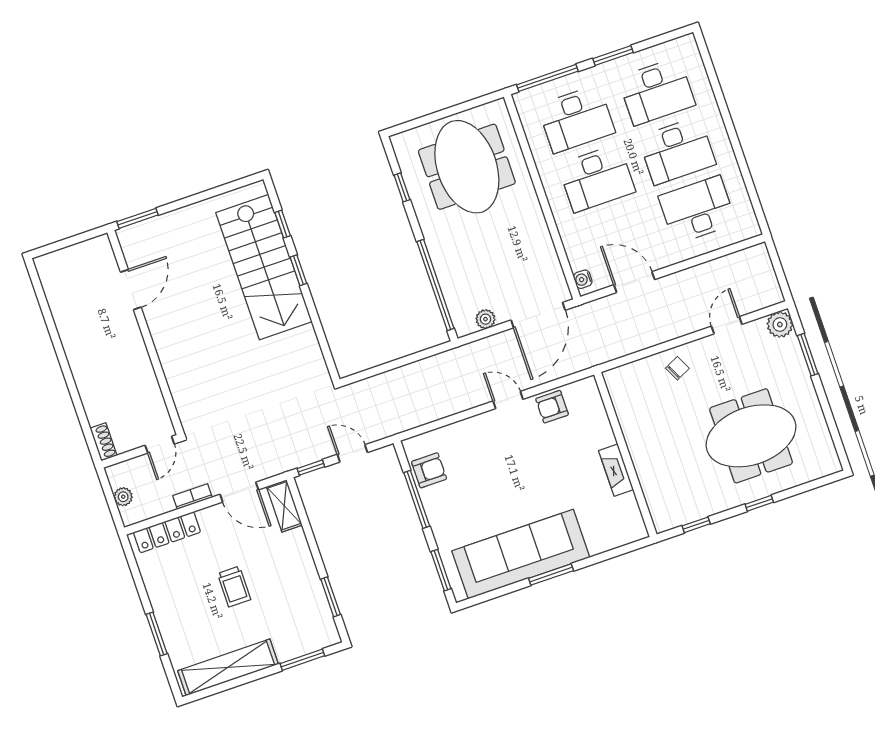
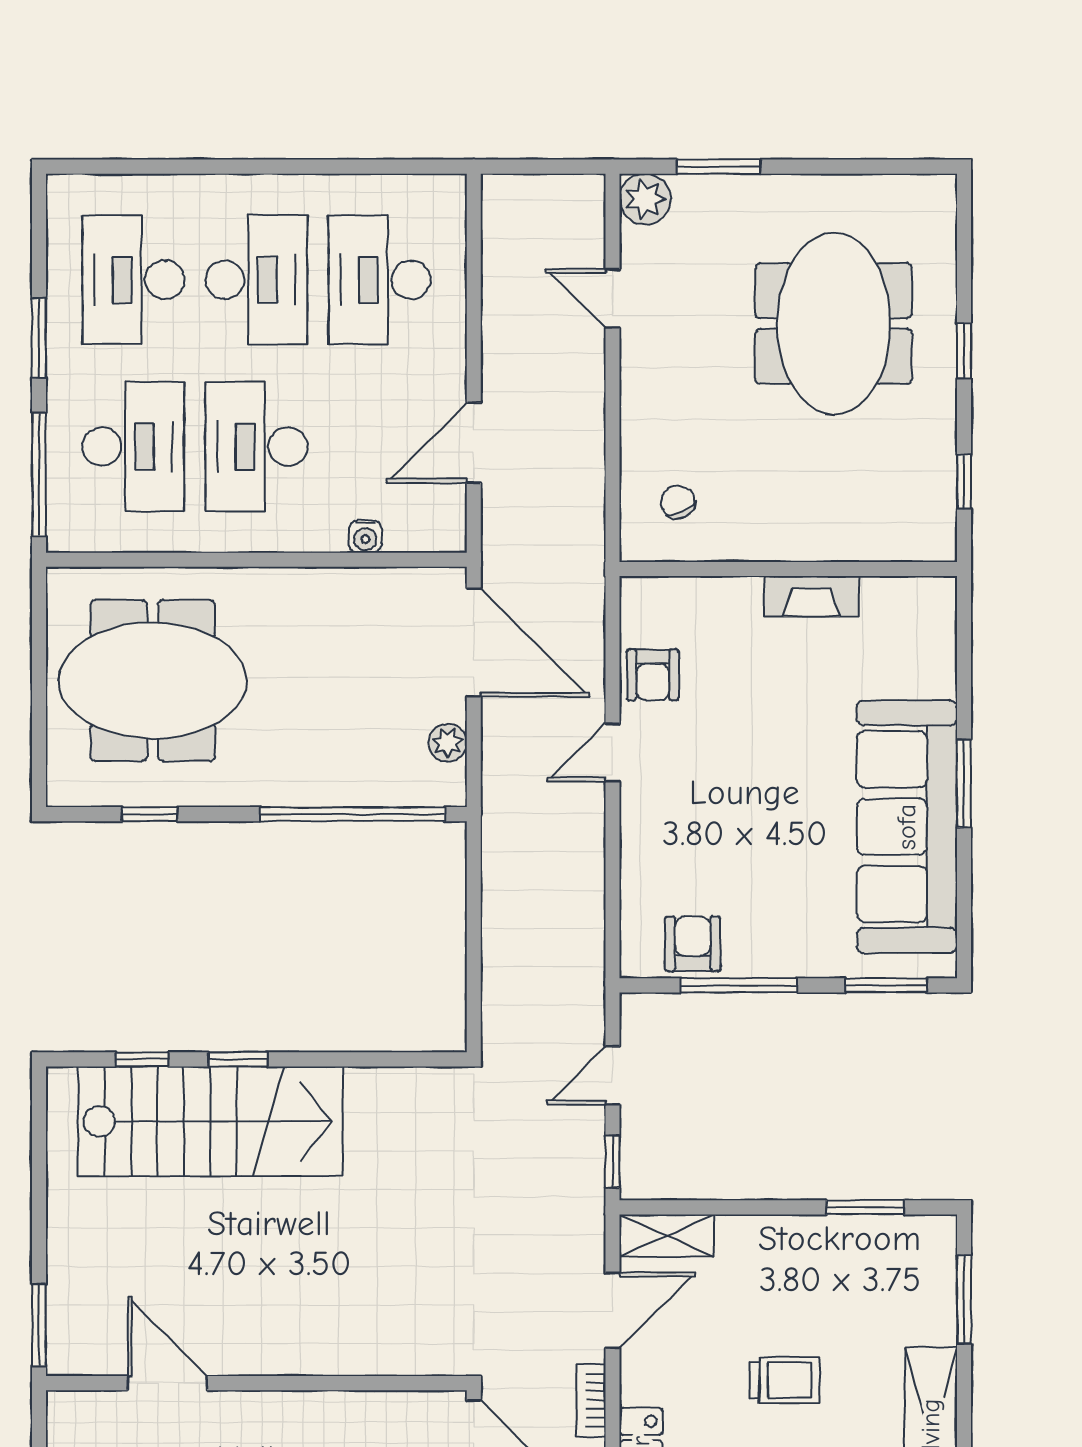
desk: (657, 91) -> (133, 280), turned 180
desk: (597, 178) -> (256, 447), turned 180
water cooler: (583, 279) -> (365, 537), moved
chair: (677, 368) -> (678, 502), moved

